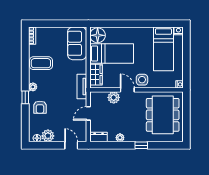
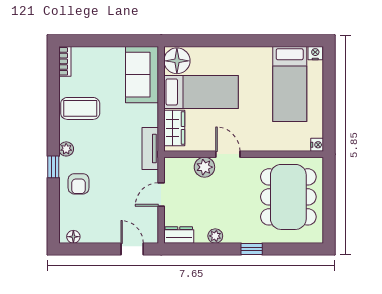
side table: (142, 80) -> (253, 137), removed
plant: (48, 136) -> (92, 233), removed

